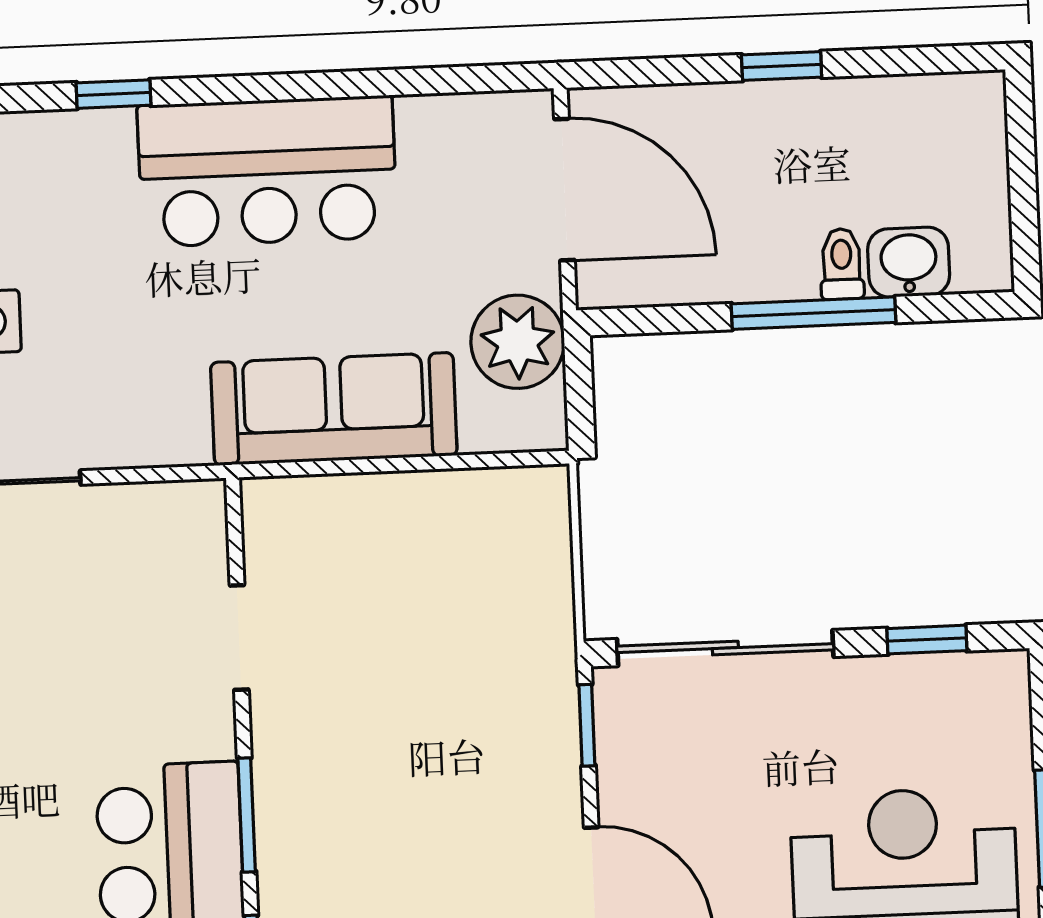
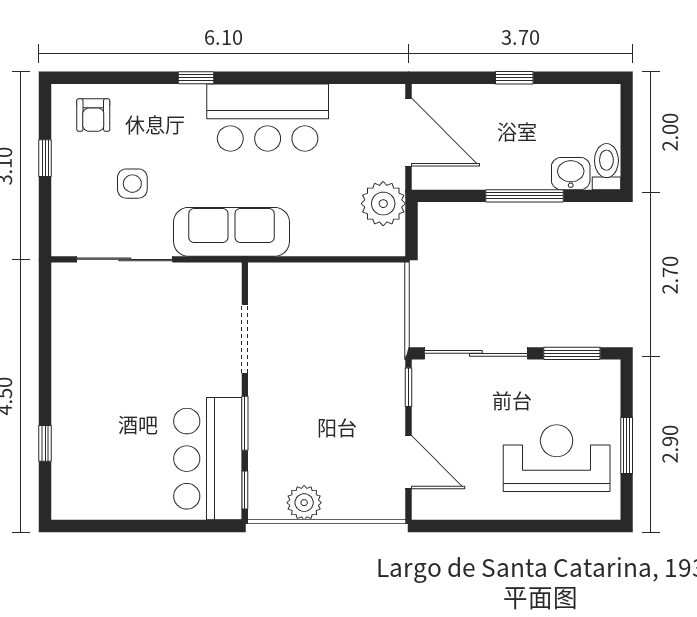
toilet: (842, 264) -> (606, 167), moved, width x1.37, depth x1.39
sofa: (334, 409) -> (231, 232), moved
doorway: (239, 637) -> (245, 339), width x1.38
window: (927, 640) -> (572, 353), width x1.50

